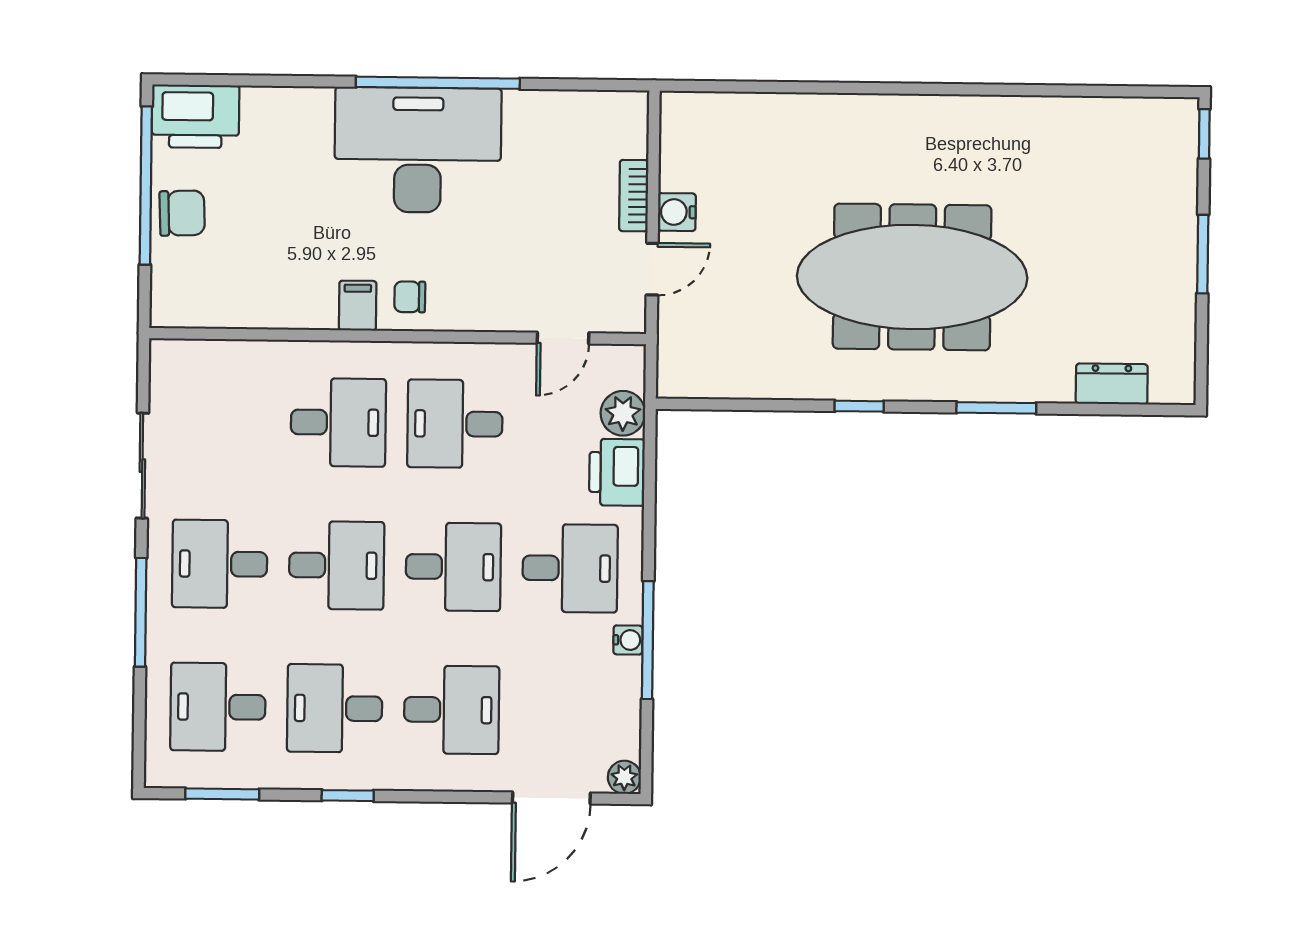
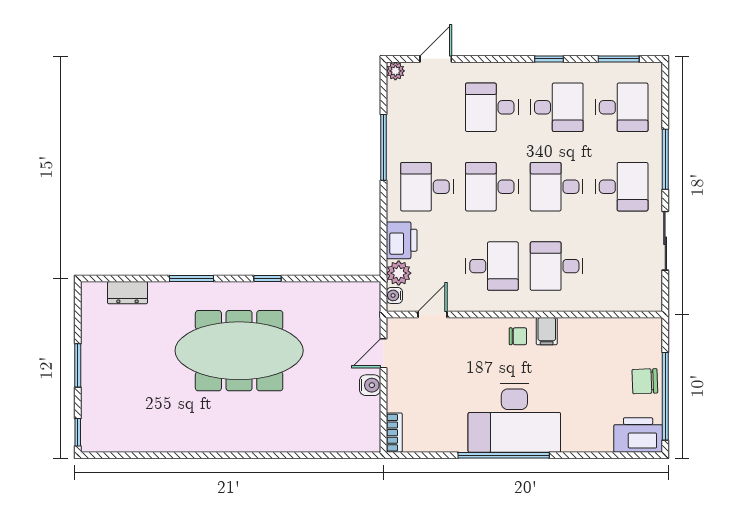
bookcase: (634, 196) -> (394, 433), moved
water cooler: (628, 640) -> (394, 295), moved
door: (551, 798) -> (436, 59), width x0.73

